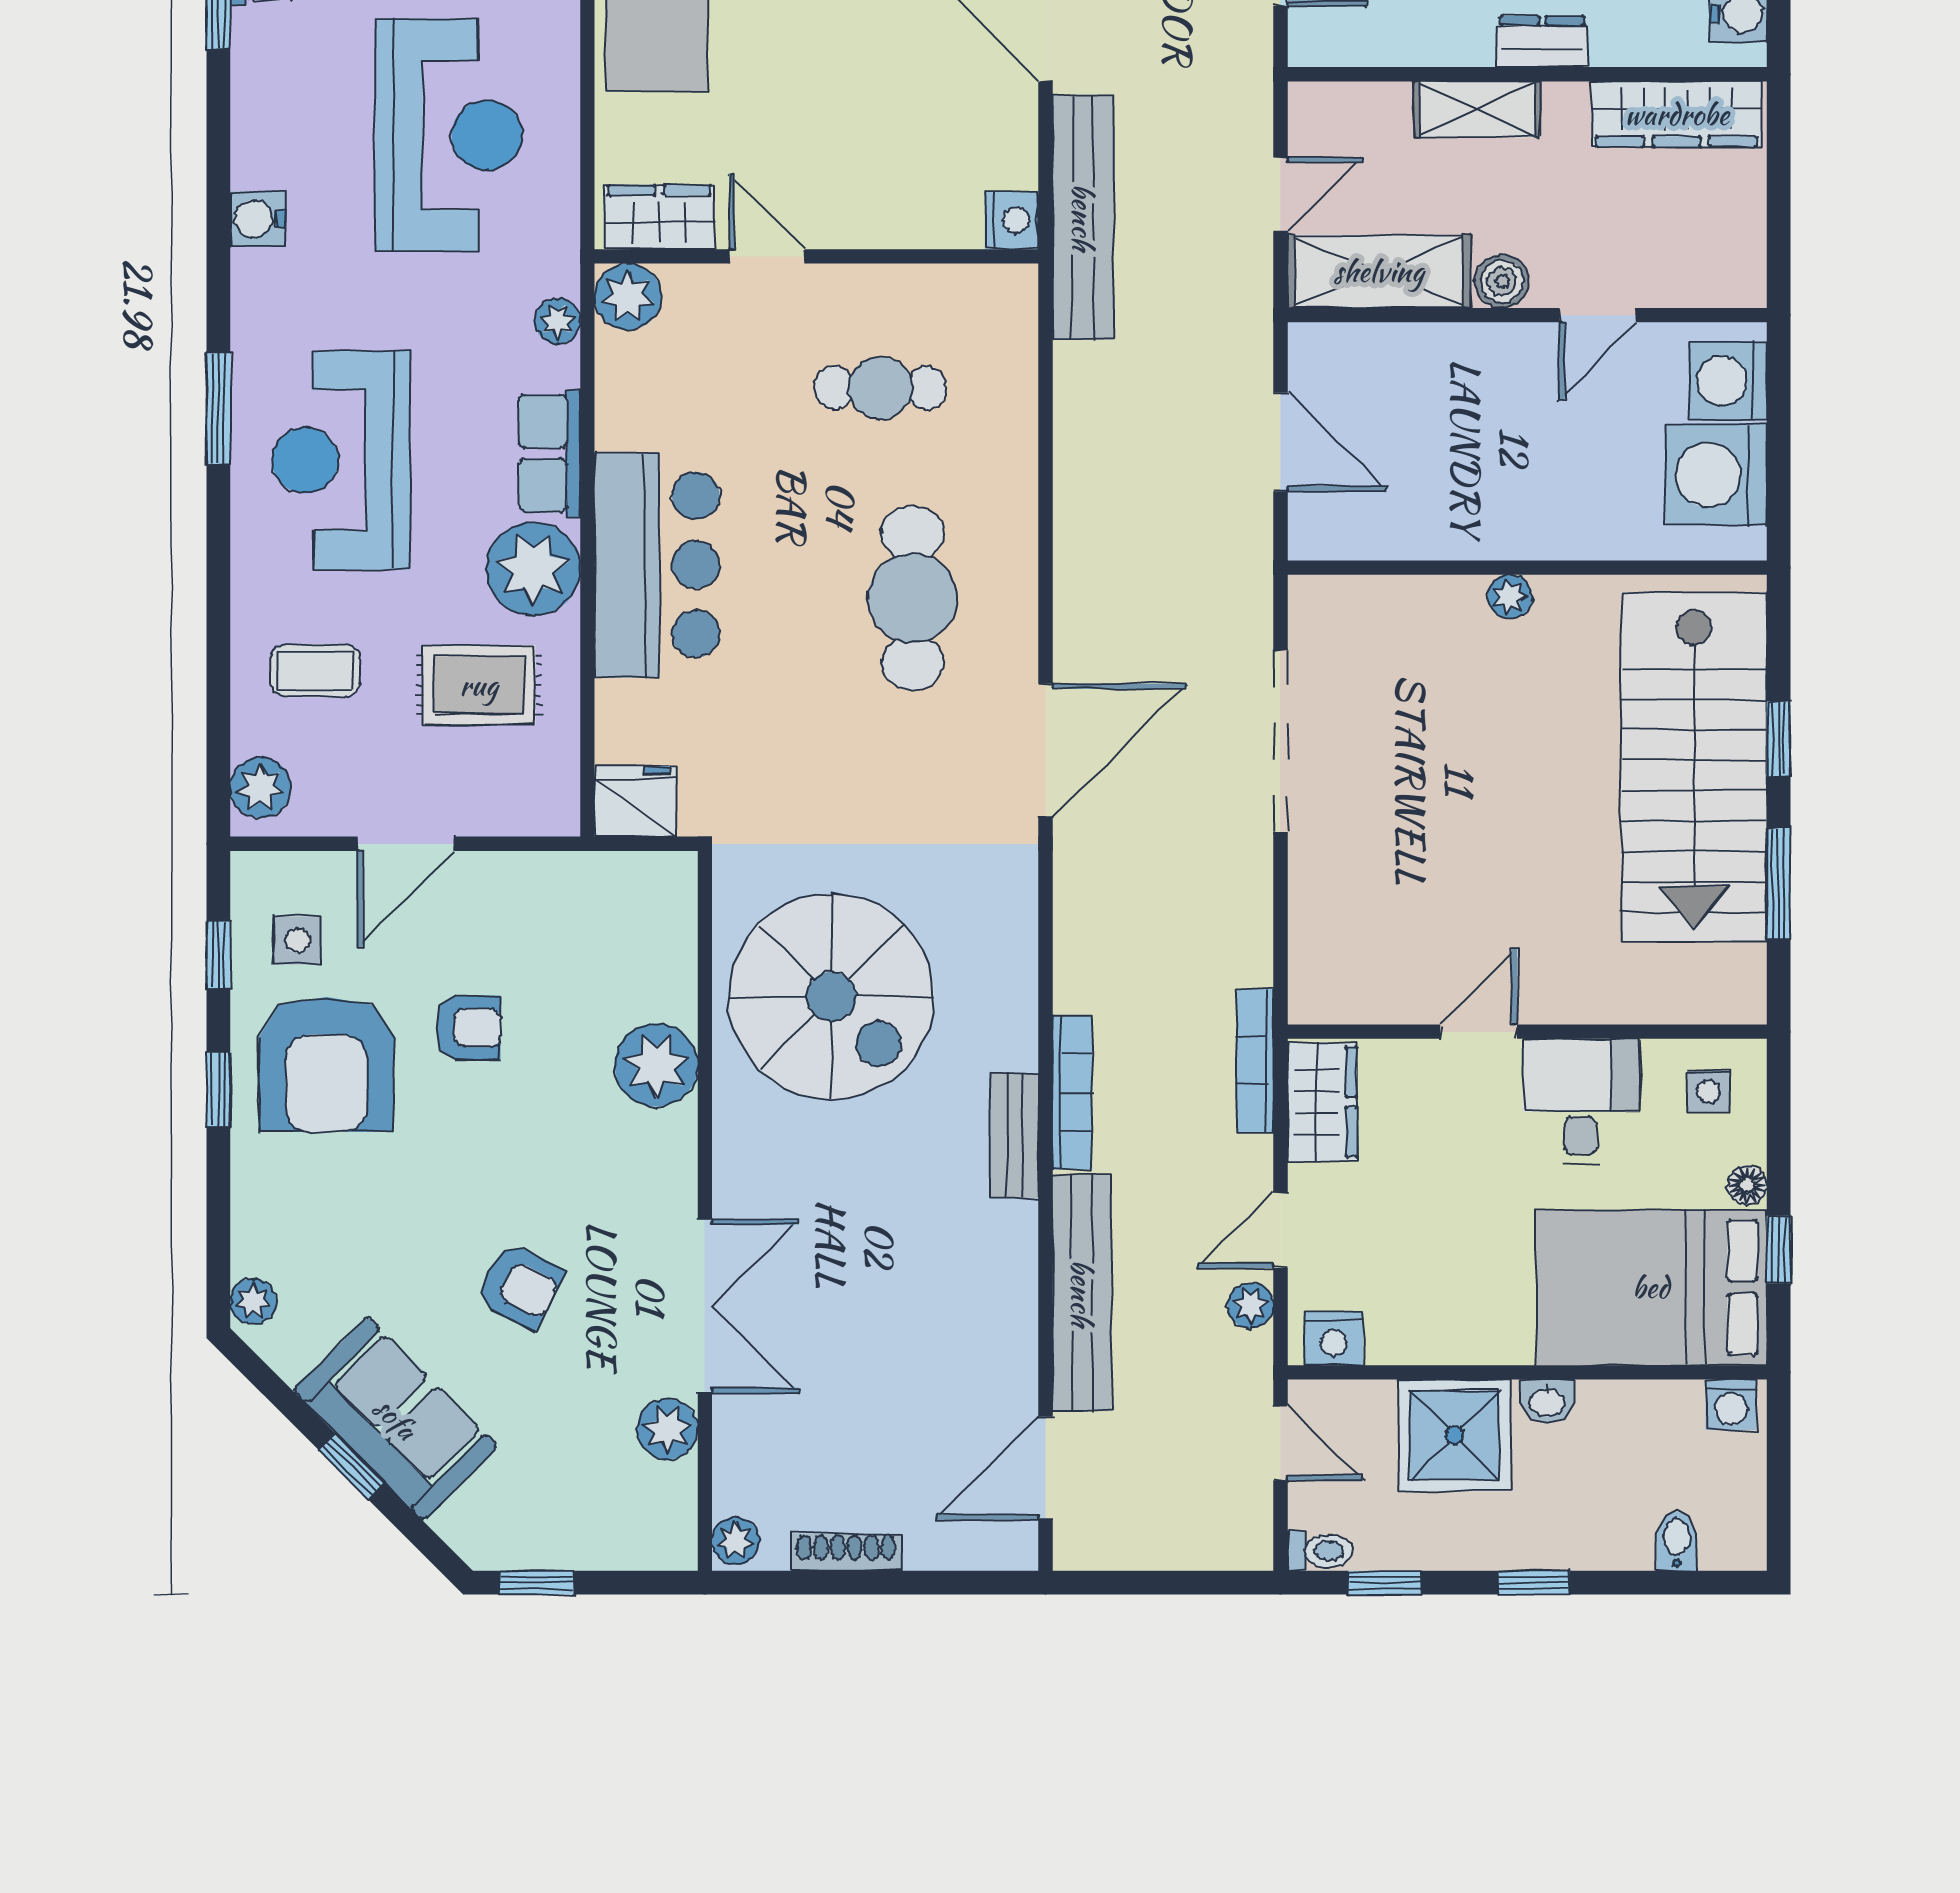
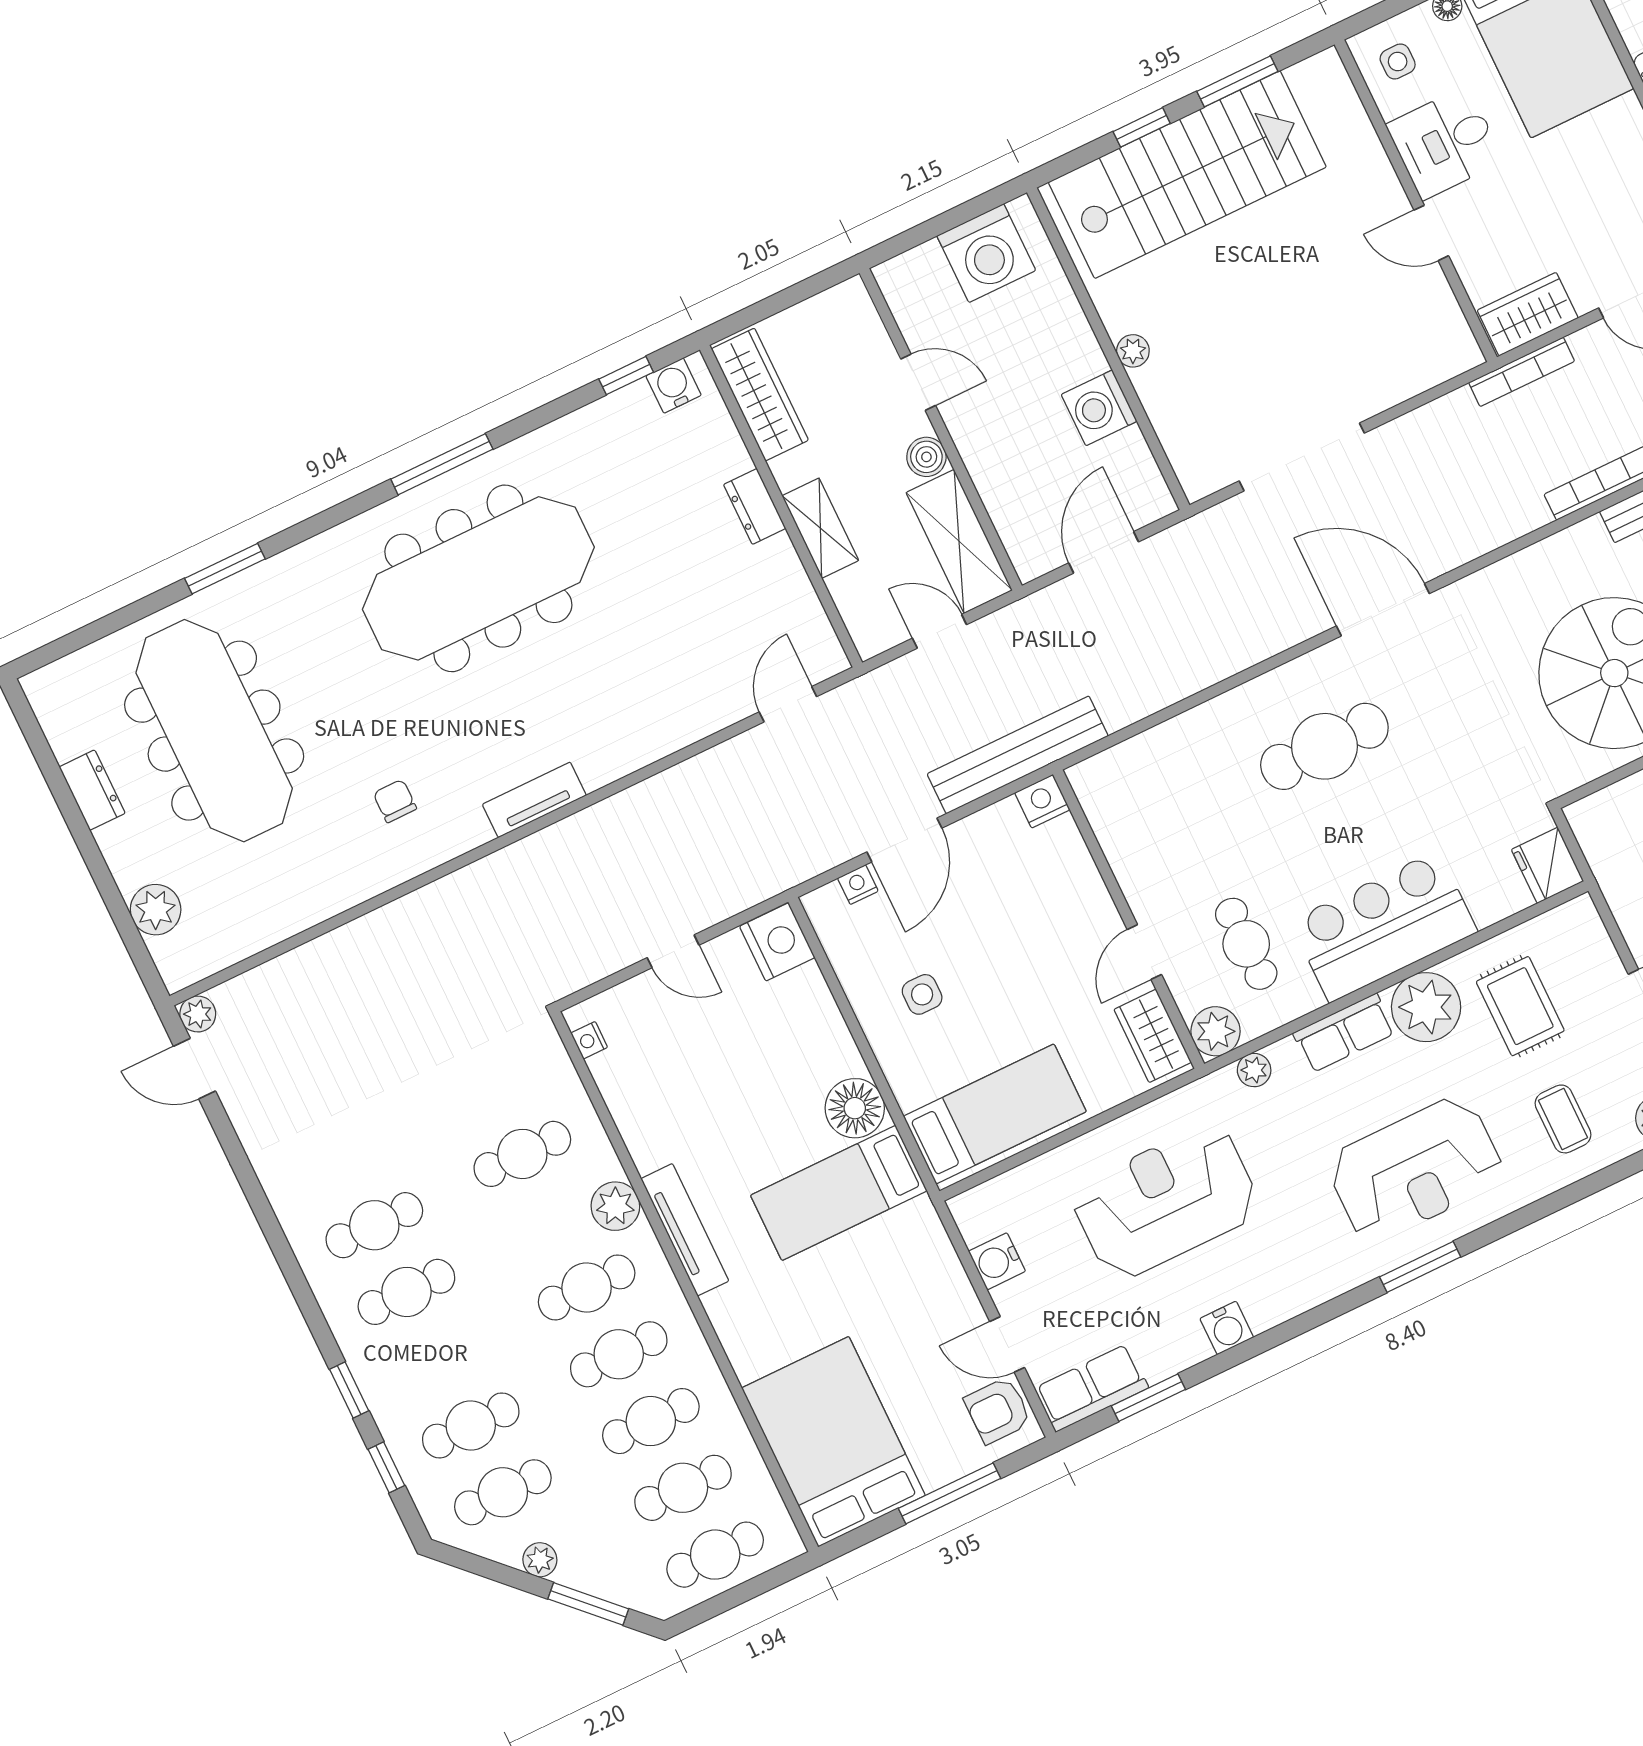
water cooler: (258, 219) -> (1227, 1328), moved
washing machine: (1728, 381) -> (1099, 408), moved, turned 90
cafe table: (880, 388) -> (1246, 944), moved

